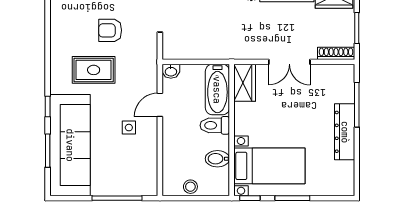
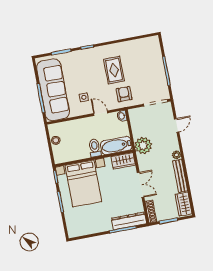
armchair: (110, 30) -> (124, 94), moved
plant: (226, 46) -> (143, 146), added
double door: (289, 62) -> (141, 185), swing flipped
dresser: (345, 132) -> (129, 221), moved
sofa: (70, 145) -> (53, 90), moved, turned -90
bidet: (217, 159) -> (75, 153), removed
bed with nightstands: (269, 166) -> (83, 183), width x1.36

